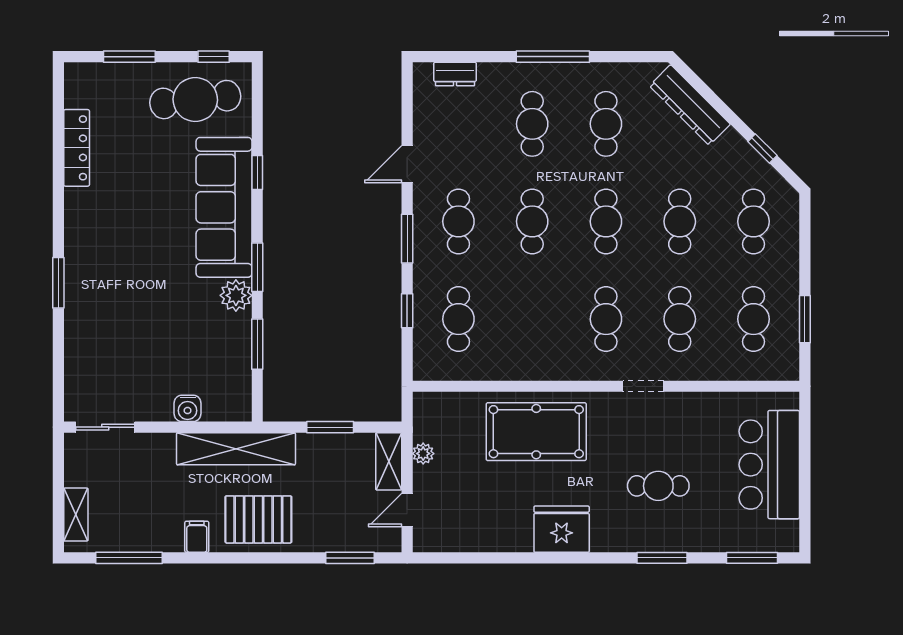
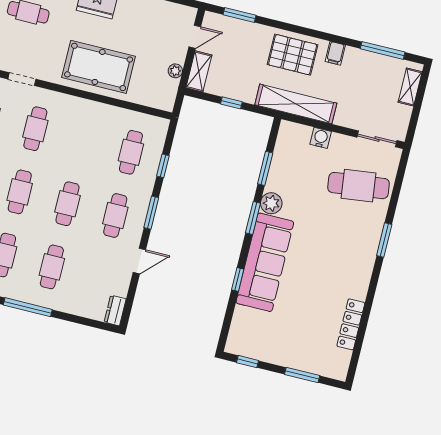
dresser: (455, 74) -> (115, 311), moved, turned -90
cafe table: (195, 100) -> (358, 186), moved
window: (330, 427) -> (231, 103), width x0.67

